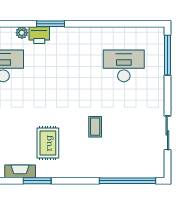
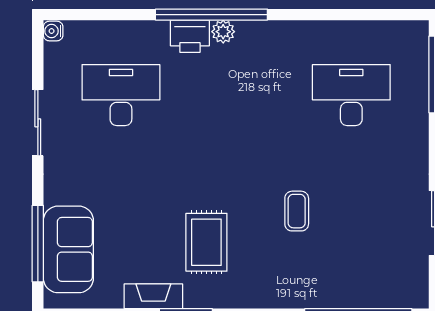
window: (50, 24) -> (211, 15), width x2.11
plant: (22, 33) -> (223, 32), moved

